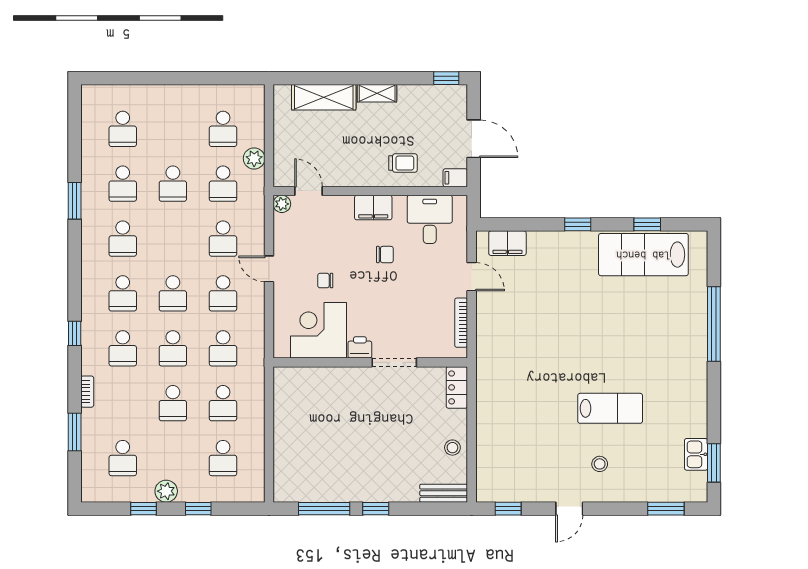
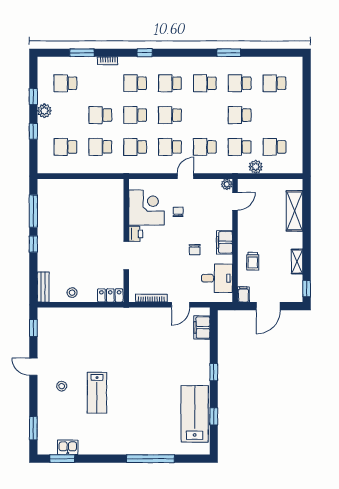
shelving: (377, 93) -> (297, 262), moved

